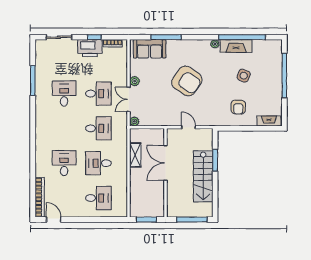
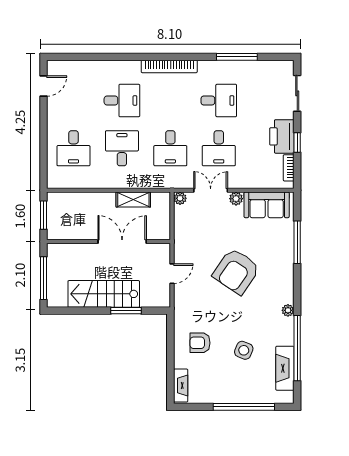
fireplace: (236, 46) -> (285, 368), moved
sofa: (150, 49) -> (267, 205), moved, turned -90
bookcase: (40, 197) -> (169, 66), moved

